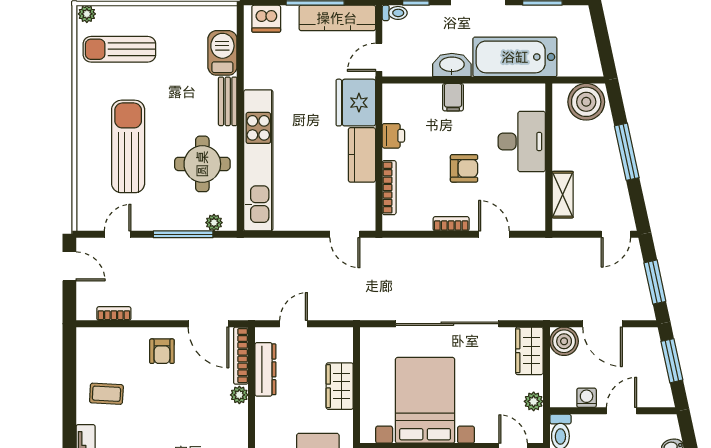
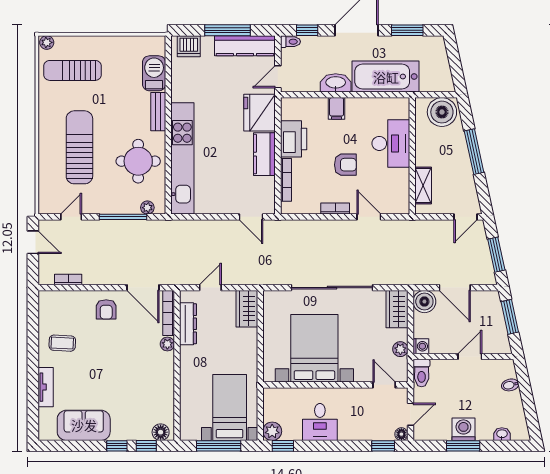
printer: (393, 136) -> (294, 139), width x1.87, depth x1.48
wardrobe: (340, 386) -> (247, 309), moved
washing machine: (587, 398) -> (421, 346), moved, turned 90

